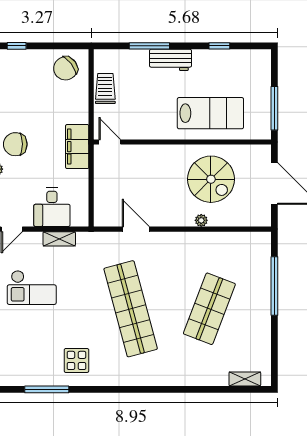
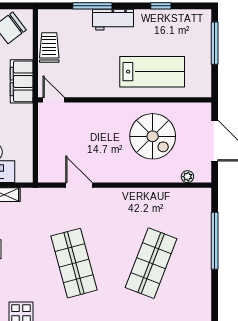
window: (274, 108) -> (215, 43), moved
filing cabinet: (77, 147) -> (22, 81), moved
plant: (201, 220) -> (187, 177), moved
shop shelf: (131, 309) -> (74, 263), width x0.71

